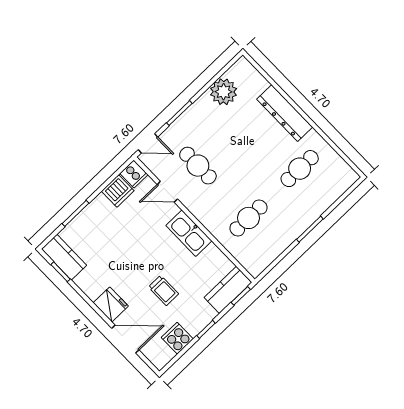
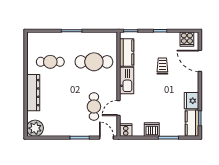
plant: (224, 92) -> (35, 128), moved
dishwasher: (118, 191) -> (152, 129), moved
door: (167, 192) -> (119, 108), swing flipped
cafe table: (249, 218) -> (94, 62), width x1.37, depth x1.35
kitchen counter: (228, 290) -> (127, 52), moved, turned -90
fridge: (111, 304) -> (192, 101), moved
cooker: (177, 338) -> (187, 39), moved

